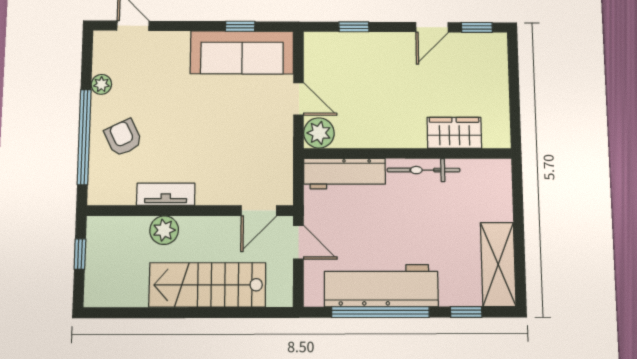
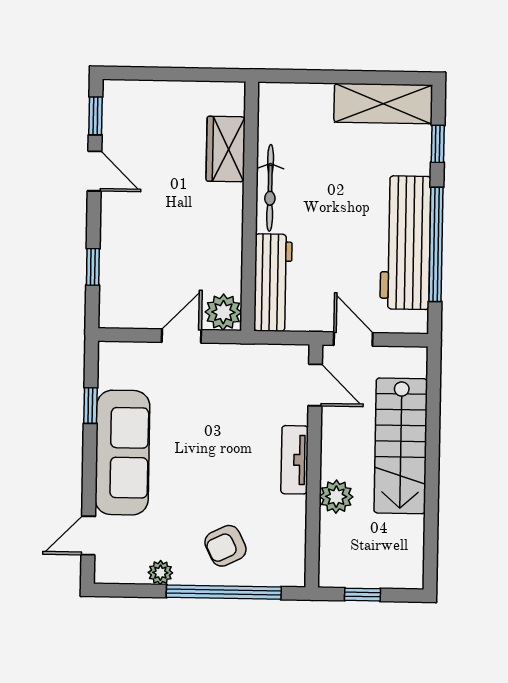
sofa: (242, 52) -> (122, 453), moved
tv unit: (166, 194) -> (295, 460), moved
door: (298, 242) -> (353, 339), hinge flipped

